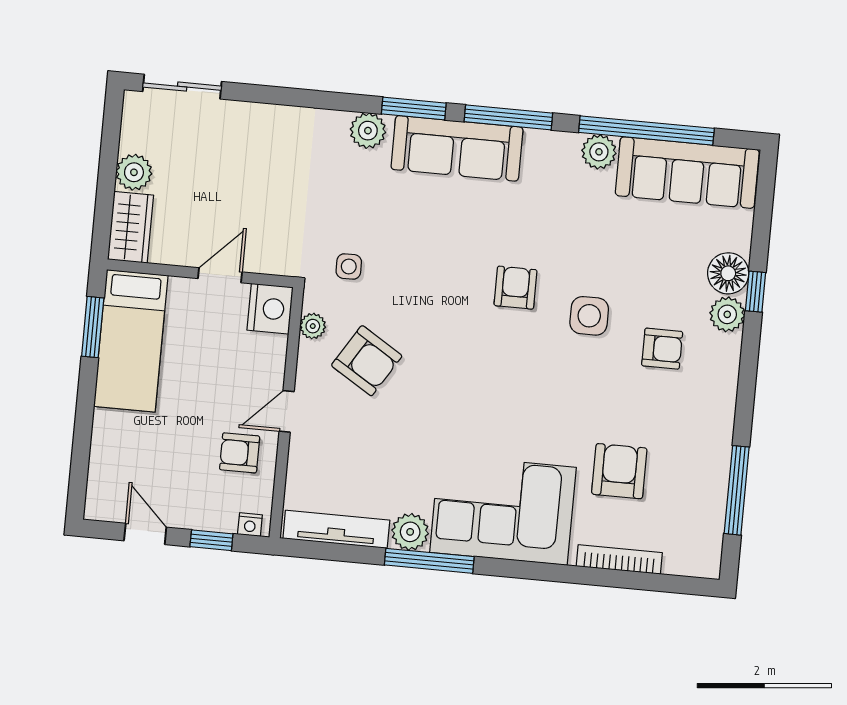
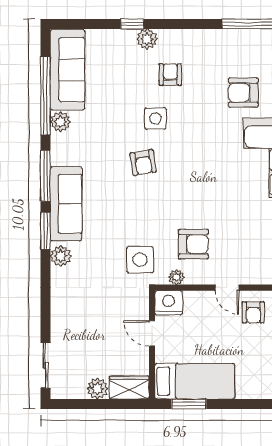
side table: (349, 266) -> (140, 260), width x1.87, depth x1.87
floor lamp: (728, 273) -> (123, 41), removed
armchair: (515, 288) -> (143, 162), turned -99
armchair: (367, 361) -> (193, 244), turned 58

